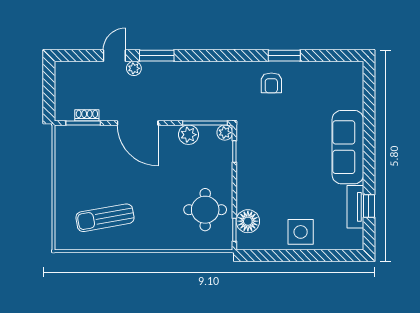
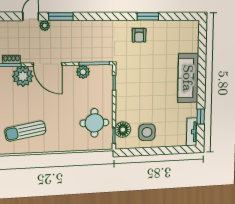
plant: (225, 133) -> (23, 76), moved, width x1.88, depth x1.88
tv unit: (355, 207) -> (192, 132), moved
side table: (301, 232) -> (147, 132), moved

